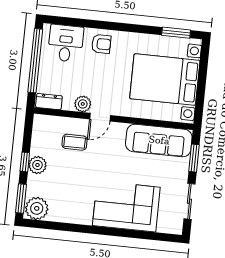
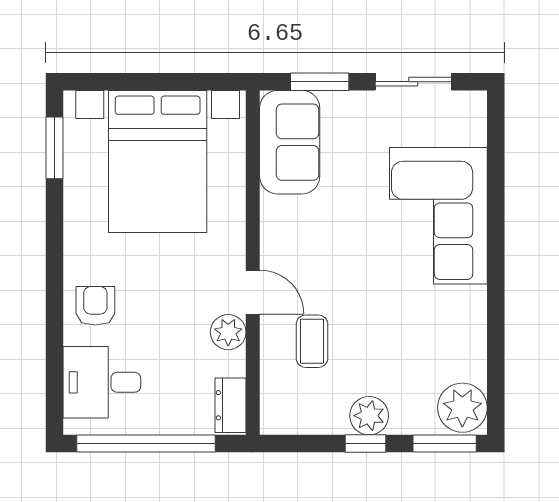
sofa: (159, 140) -> (290, 142), width x0.73

